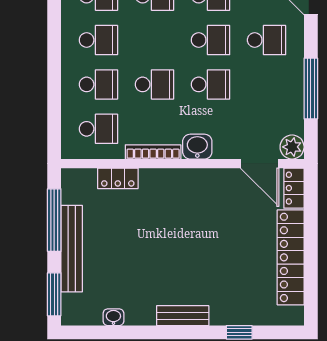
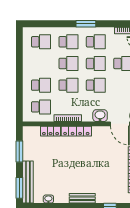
school desk: (98, 40) -> (68, 63), moved
washbasin: (197, 147) -> (100, 116), moved
locker: (171, 178) -> (76, 131), added
window: (54, 220) -> (19, 152), width x0.69
bench: (72, 249) -> (28, 182), moved

